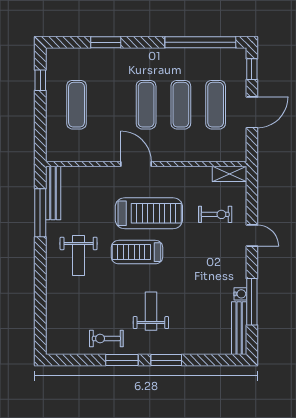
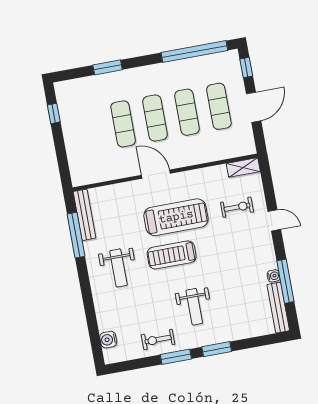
exercise mat: (77, 105) -> (123, 124), moved
weight bench: (151, 311) -> (194, 307), turned 180
water cooler: (54, 329) -> (108, 340), added

